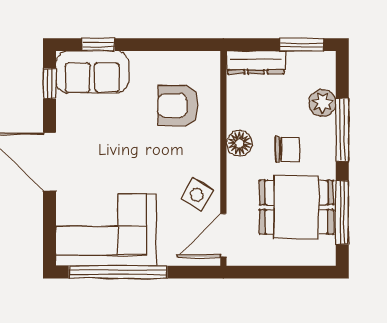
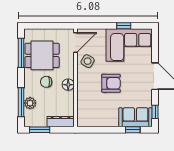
armchair: (178, 105) -> (111, 83), moved
window: (342, 130) -> (21, 102), moved
window: (118, 272) -> (124, 26), width x0.32

